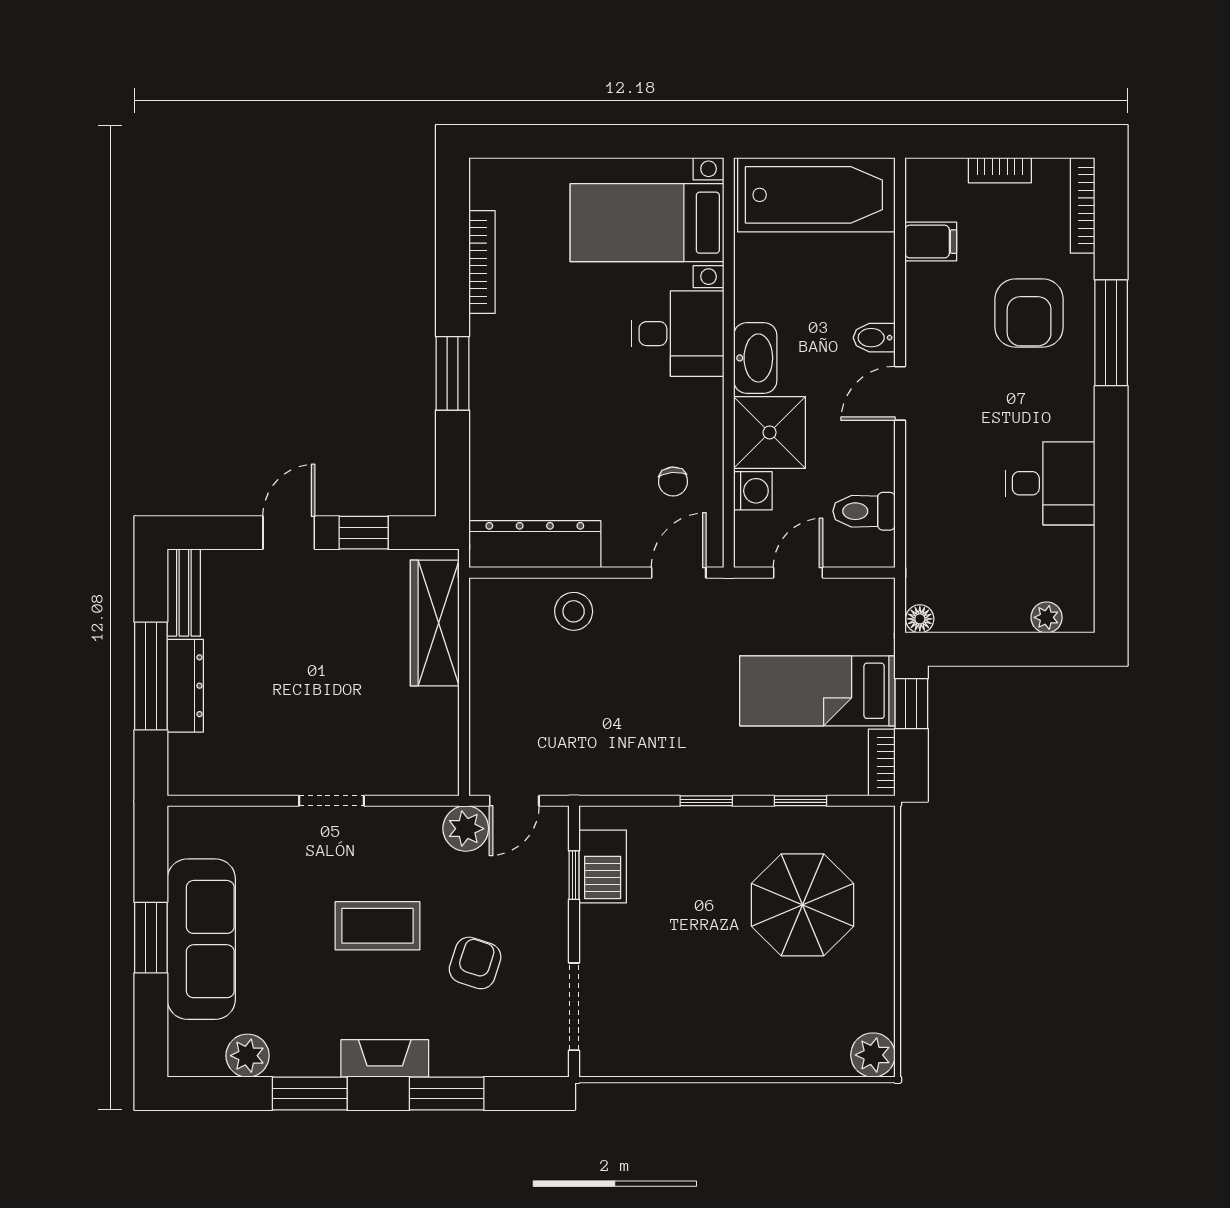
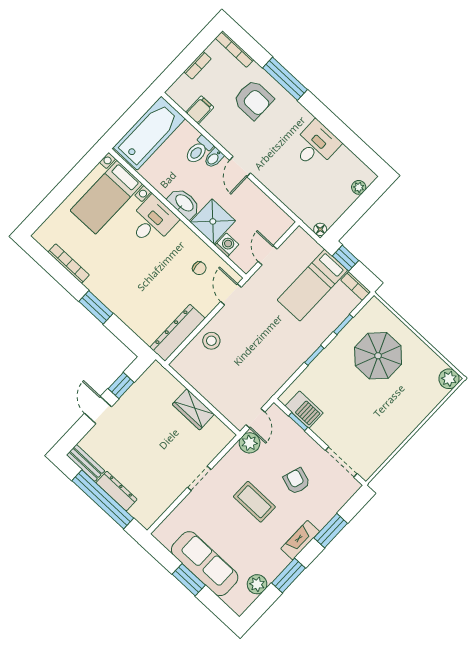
toilet: (864, 511) -> (199, 150), moved
wardrobe: (435, 623) -> (193, 409), moved, width x0.67
window: (151, 676) -> (103, 499), width x1.46
coffee table: (377, 926) -> (254, 502), turned 90

